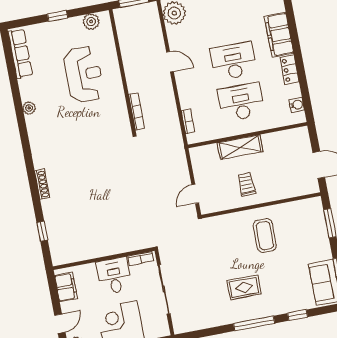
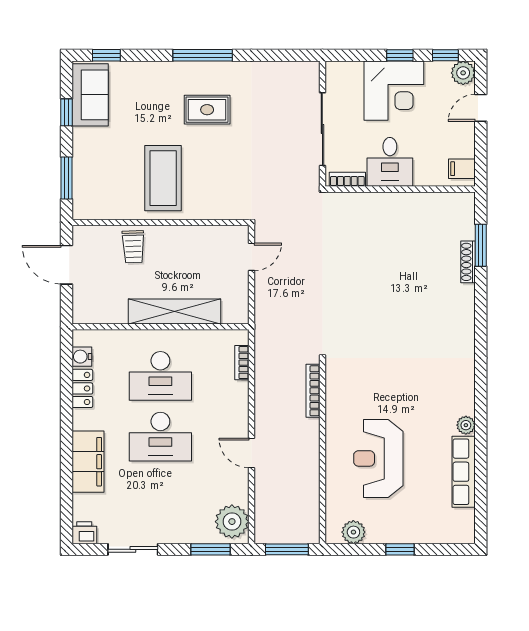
row of seats: (20, 54) -> (464, 472), moved
locker: (290, 70) -> (82, 388), moved
shelving: (240, 147) -> (174, 311), width x1.47
shoe rack: (42, 184) -> (468, 262), moved
trolley: (246, 184) -> (133, 247), moved
window: (42, 231) -> (481, 245), width x1.50
coffee table: (265, 236) -> (163, 178), width x1.36, depth x1.32
filing cabinet: (66, 287) -> (462, 169), width x0.50
window: (298, 315) -> (106, 55), moved

